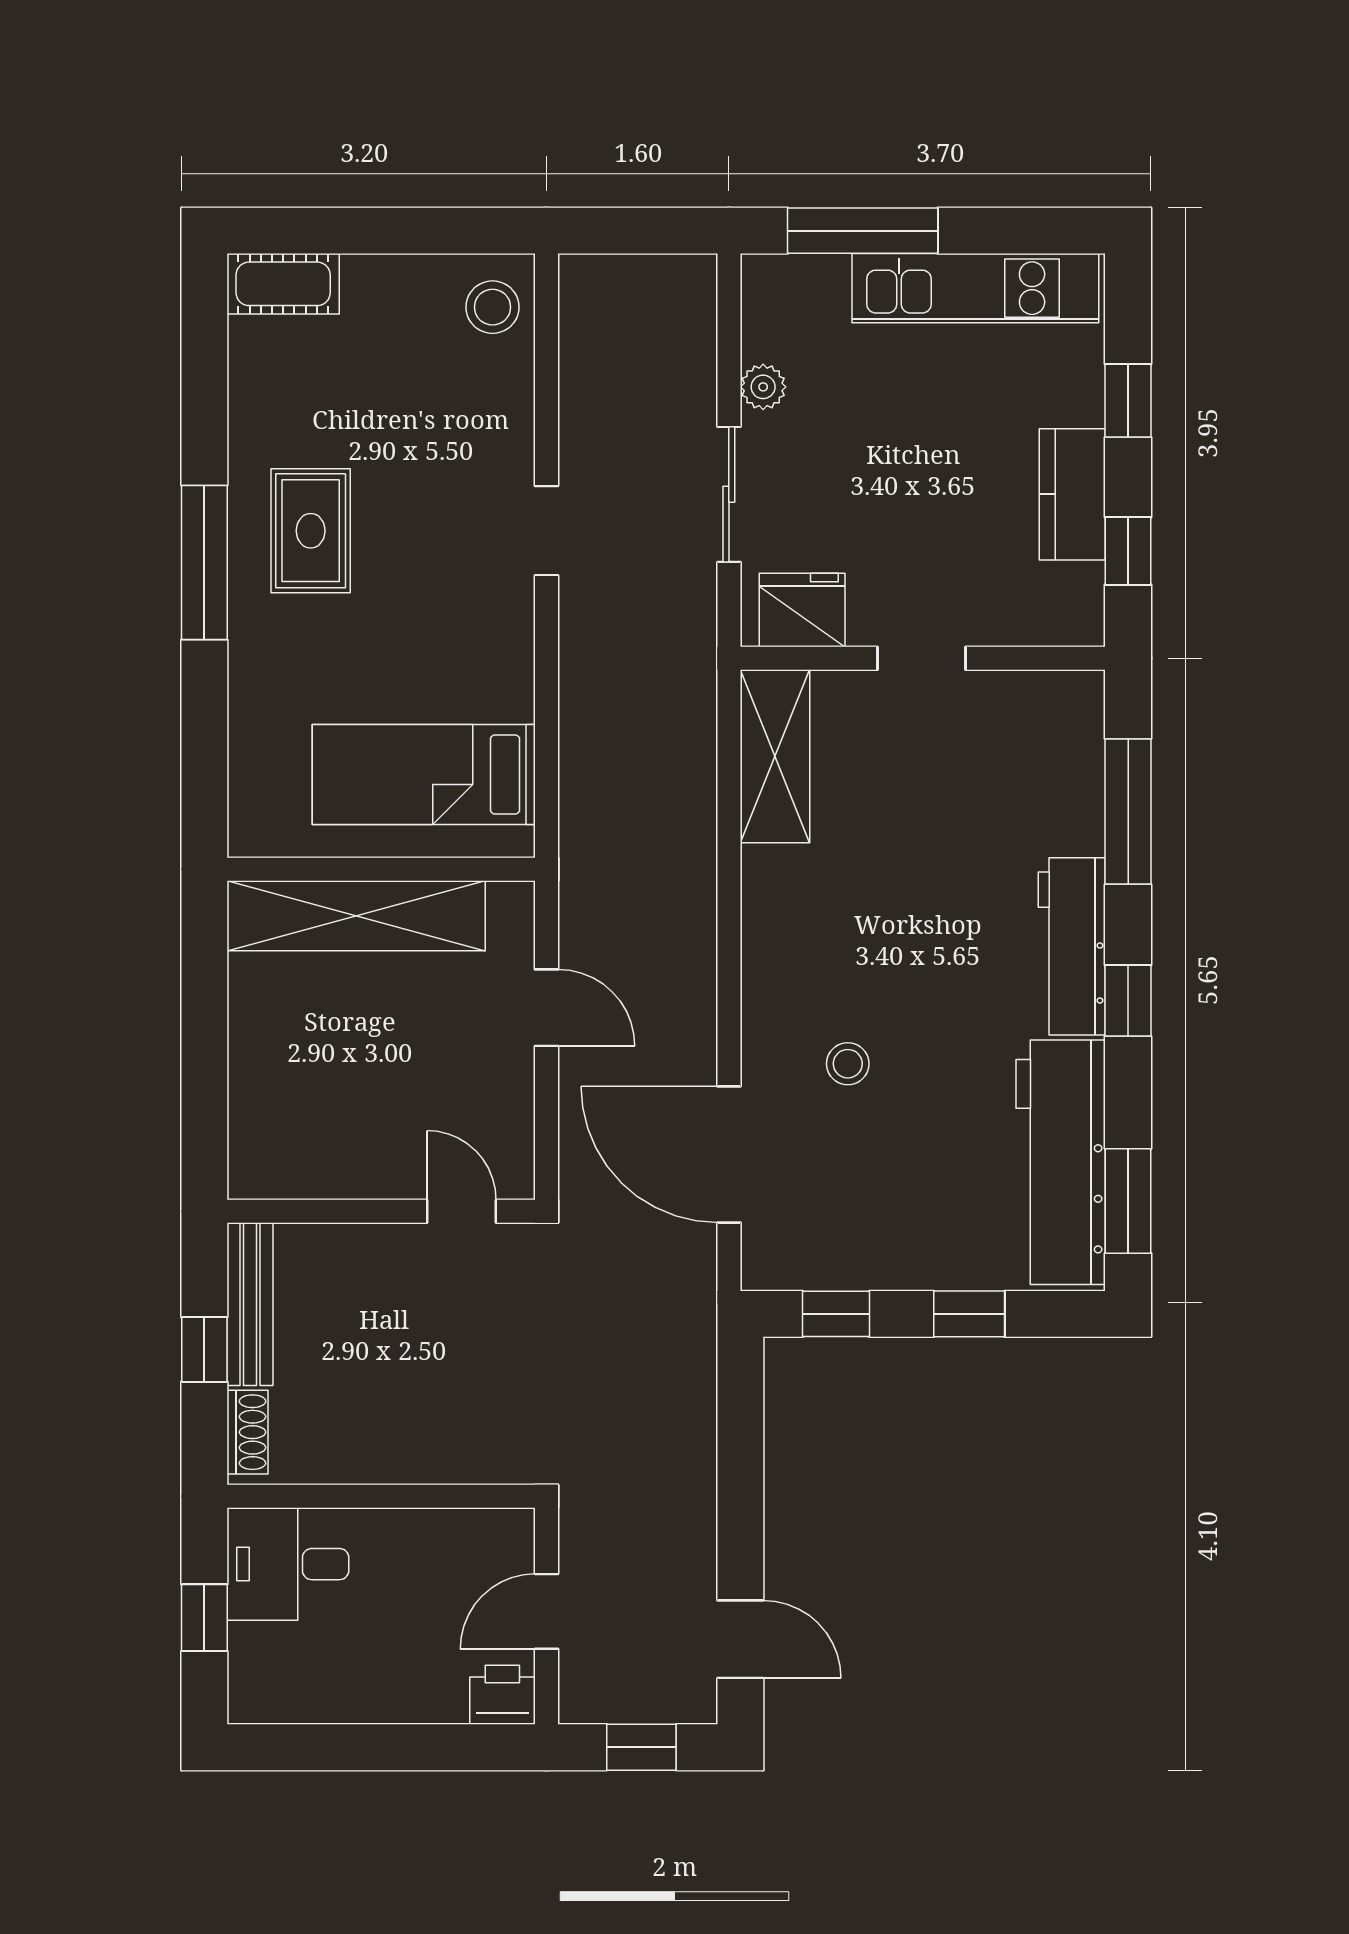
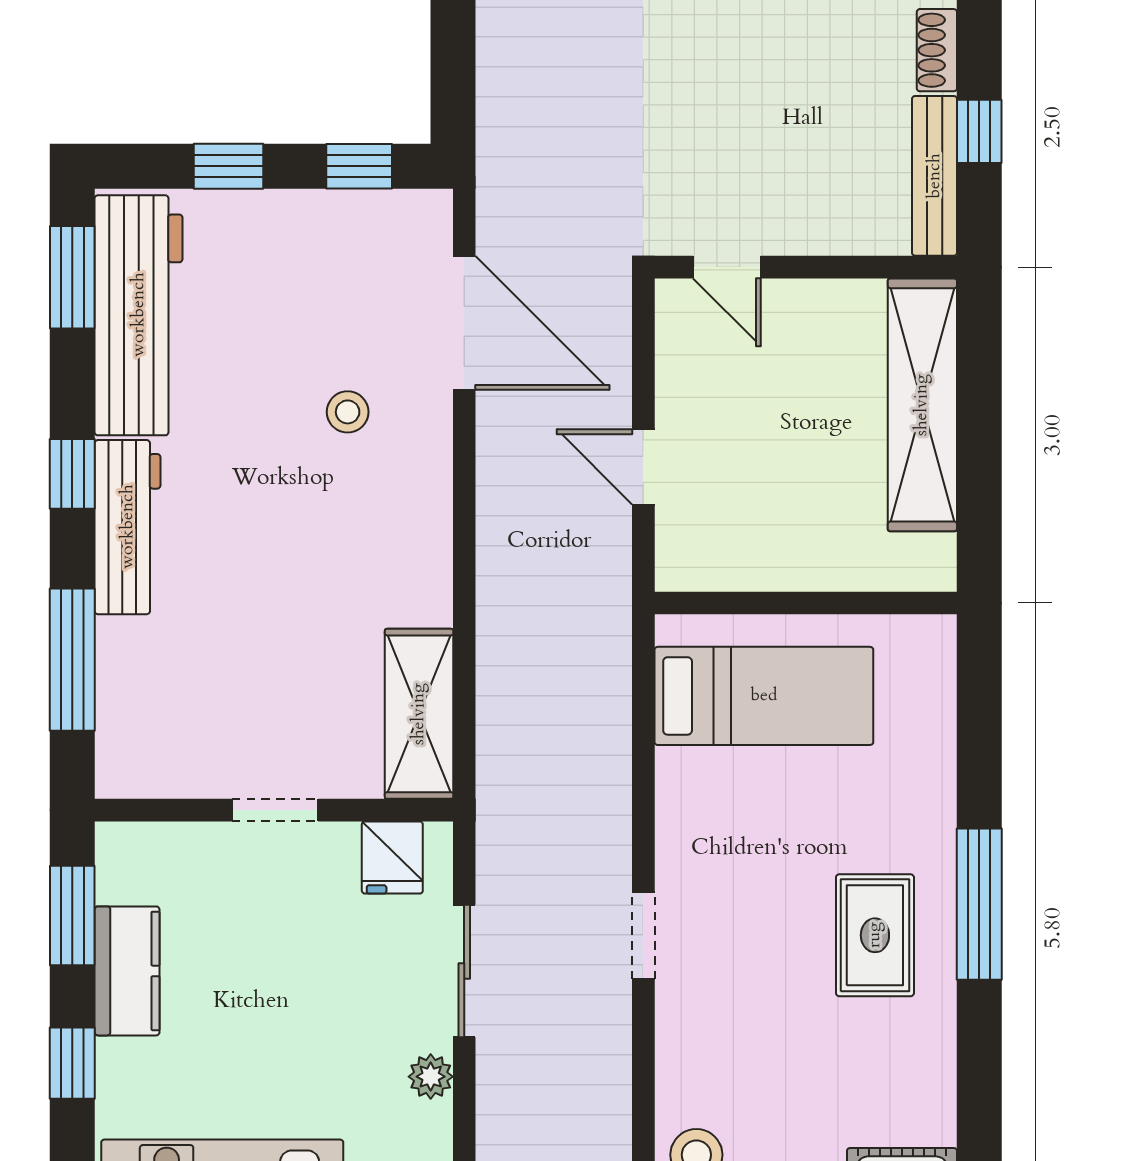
window: (1128, 551) -> (72, 915), width x1.50
fridge: (802, 610) -> (392, 858), width x0.72
shelving: (356, 916) -> (922, 405), moved, turned 90

